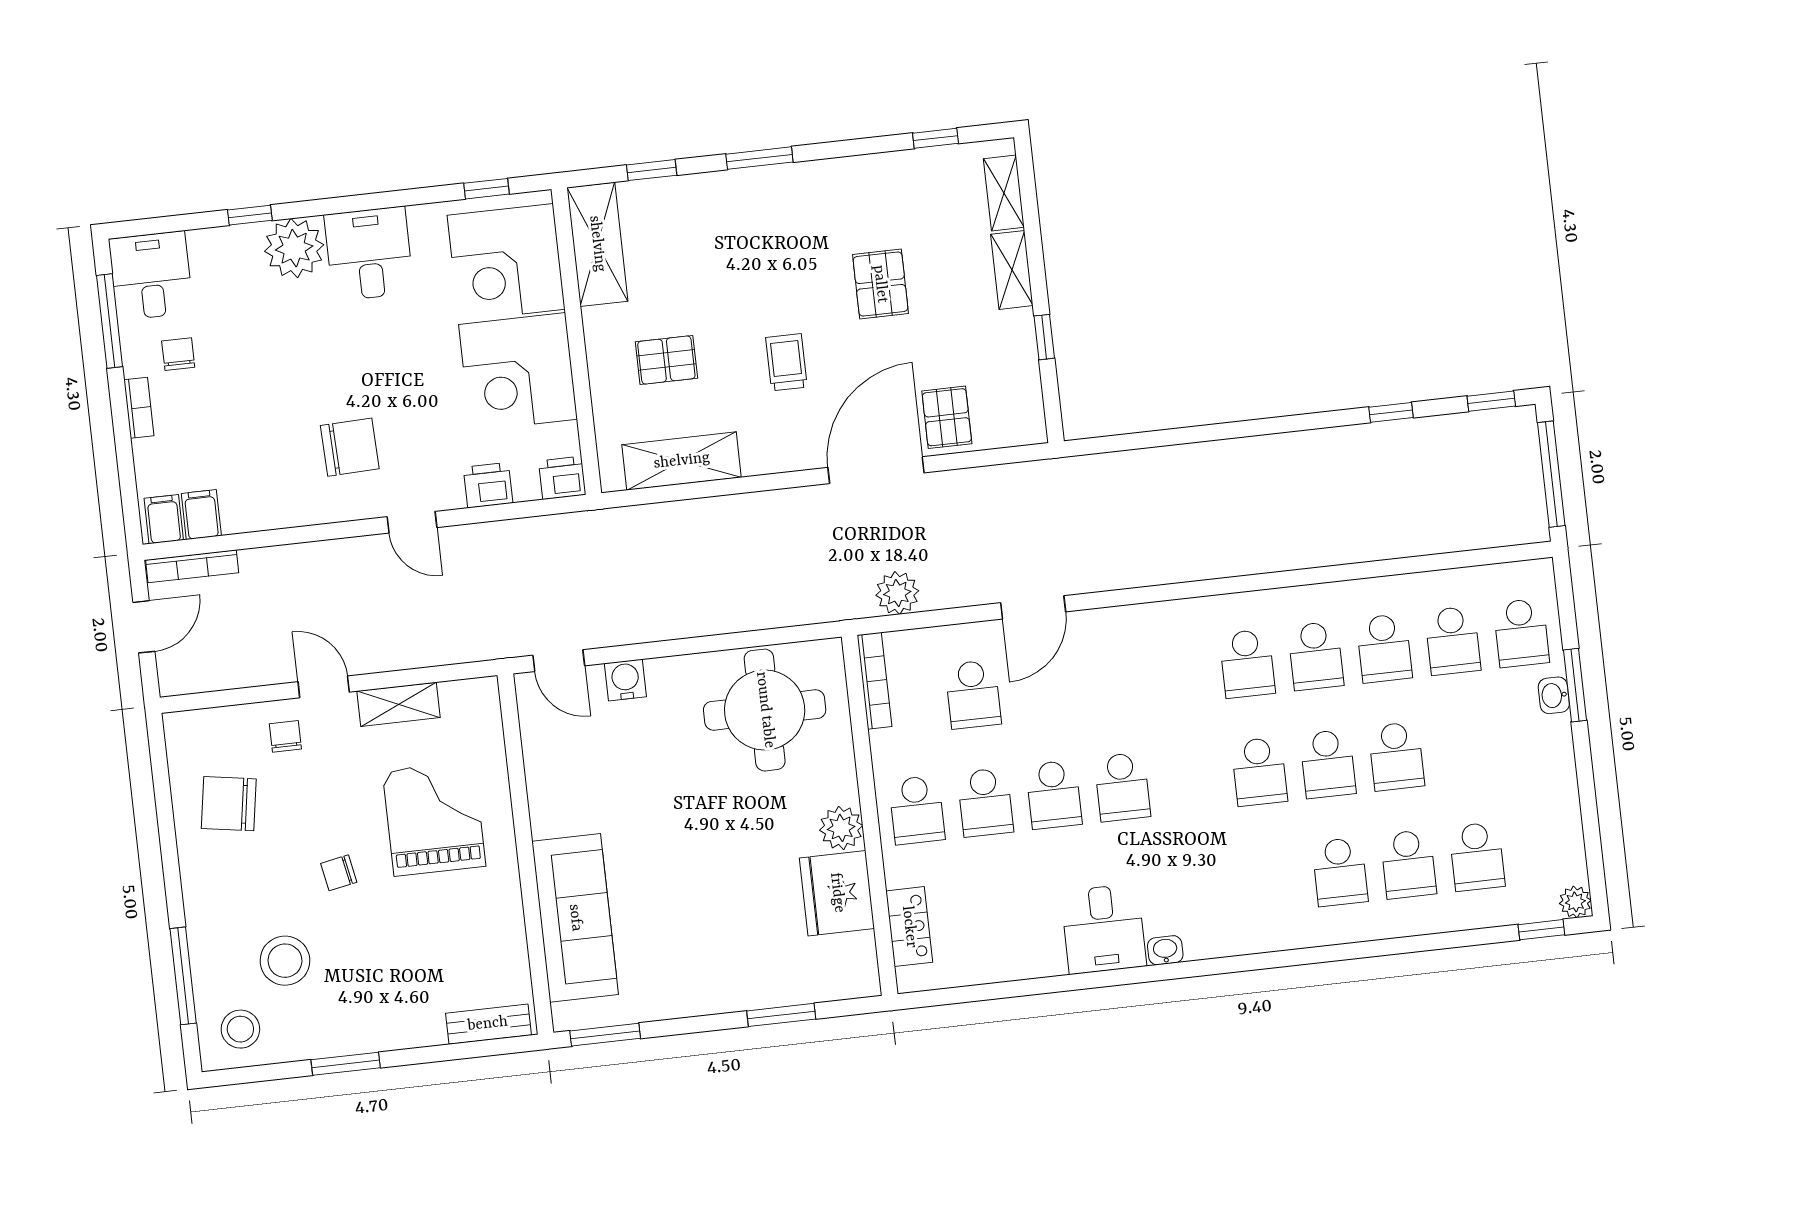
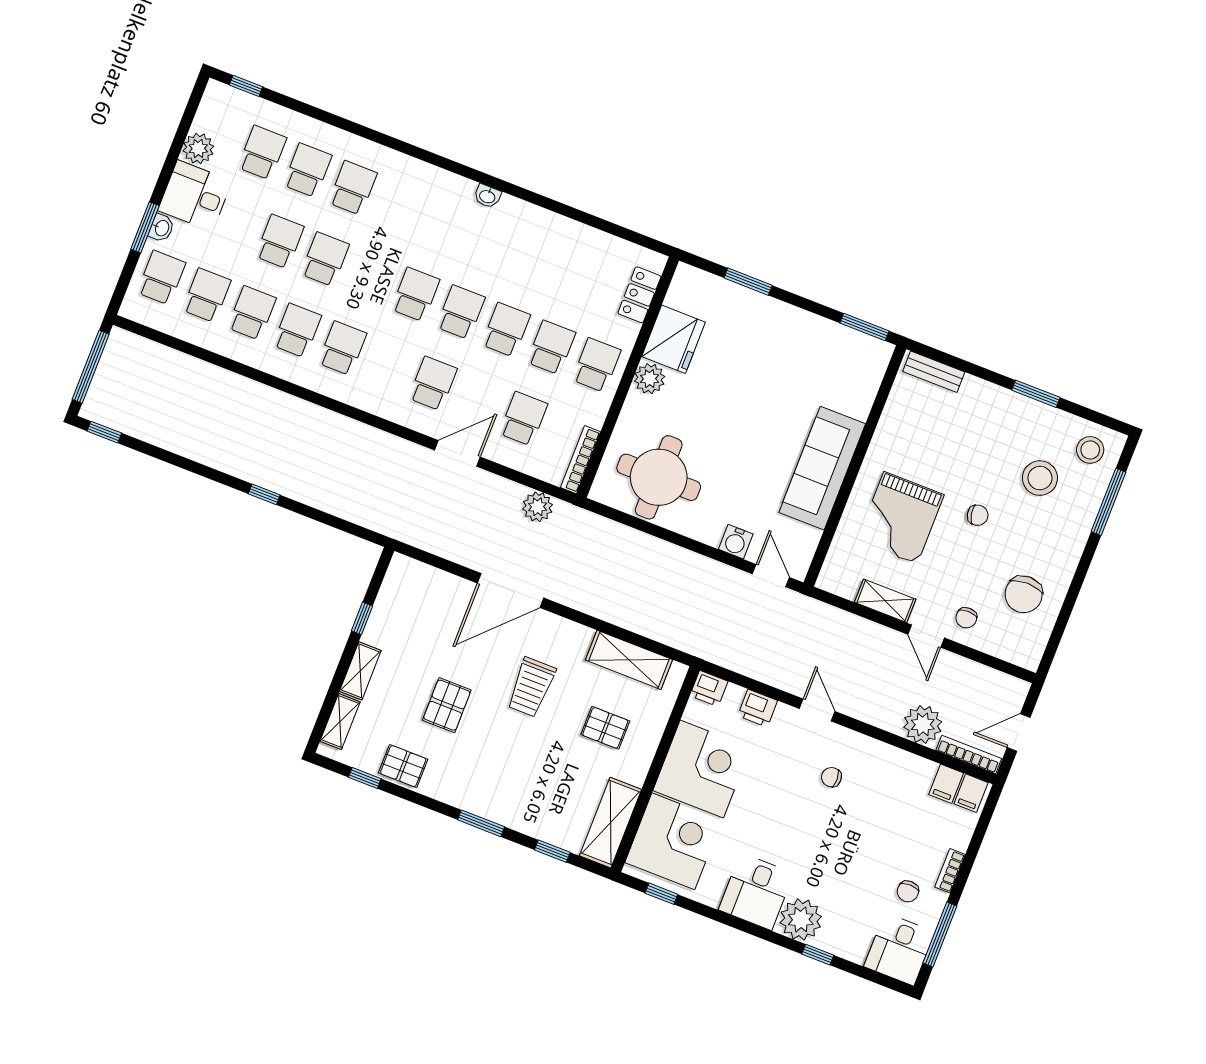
trolley: (786, 362) -> (531, 687), width x1.36, depth x1.39
window: (1391, 412) -> (264, 494), moved
pallet: (947, 417) -> (403, 766), moved, turned 90
chair: (350, 447) -> (831, 777), width x0.54, depth x0.54
plant: (270, 574) -> (923, 725), added
school desk: (1110, 679) -> (433, 383), added
school desk: (1259, 772) -> (415, 294), moved
chair: (229, 804) -> (1024, 594), turned 81
plant: (1575, 902) -> (198, 149), moved, width x1.38, depth x1.38
sofa: (575, 918) -> (822, 468), moved
desk: (1103, 929) -> (195, 196), moved, turned -90

